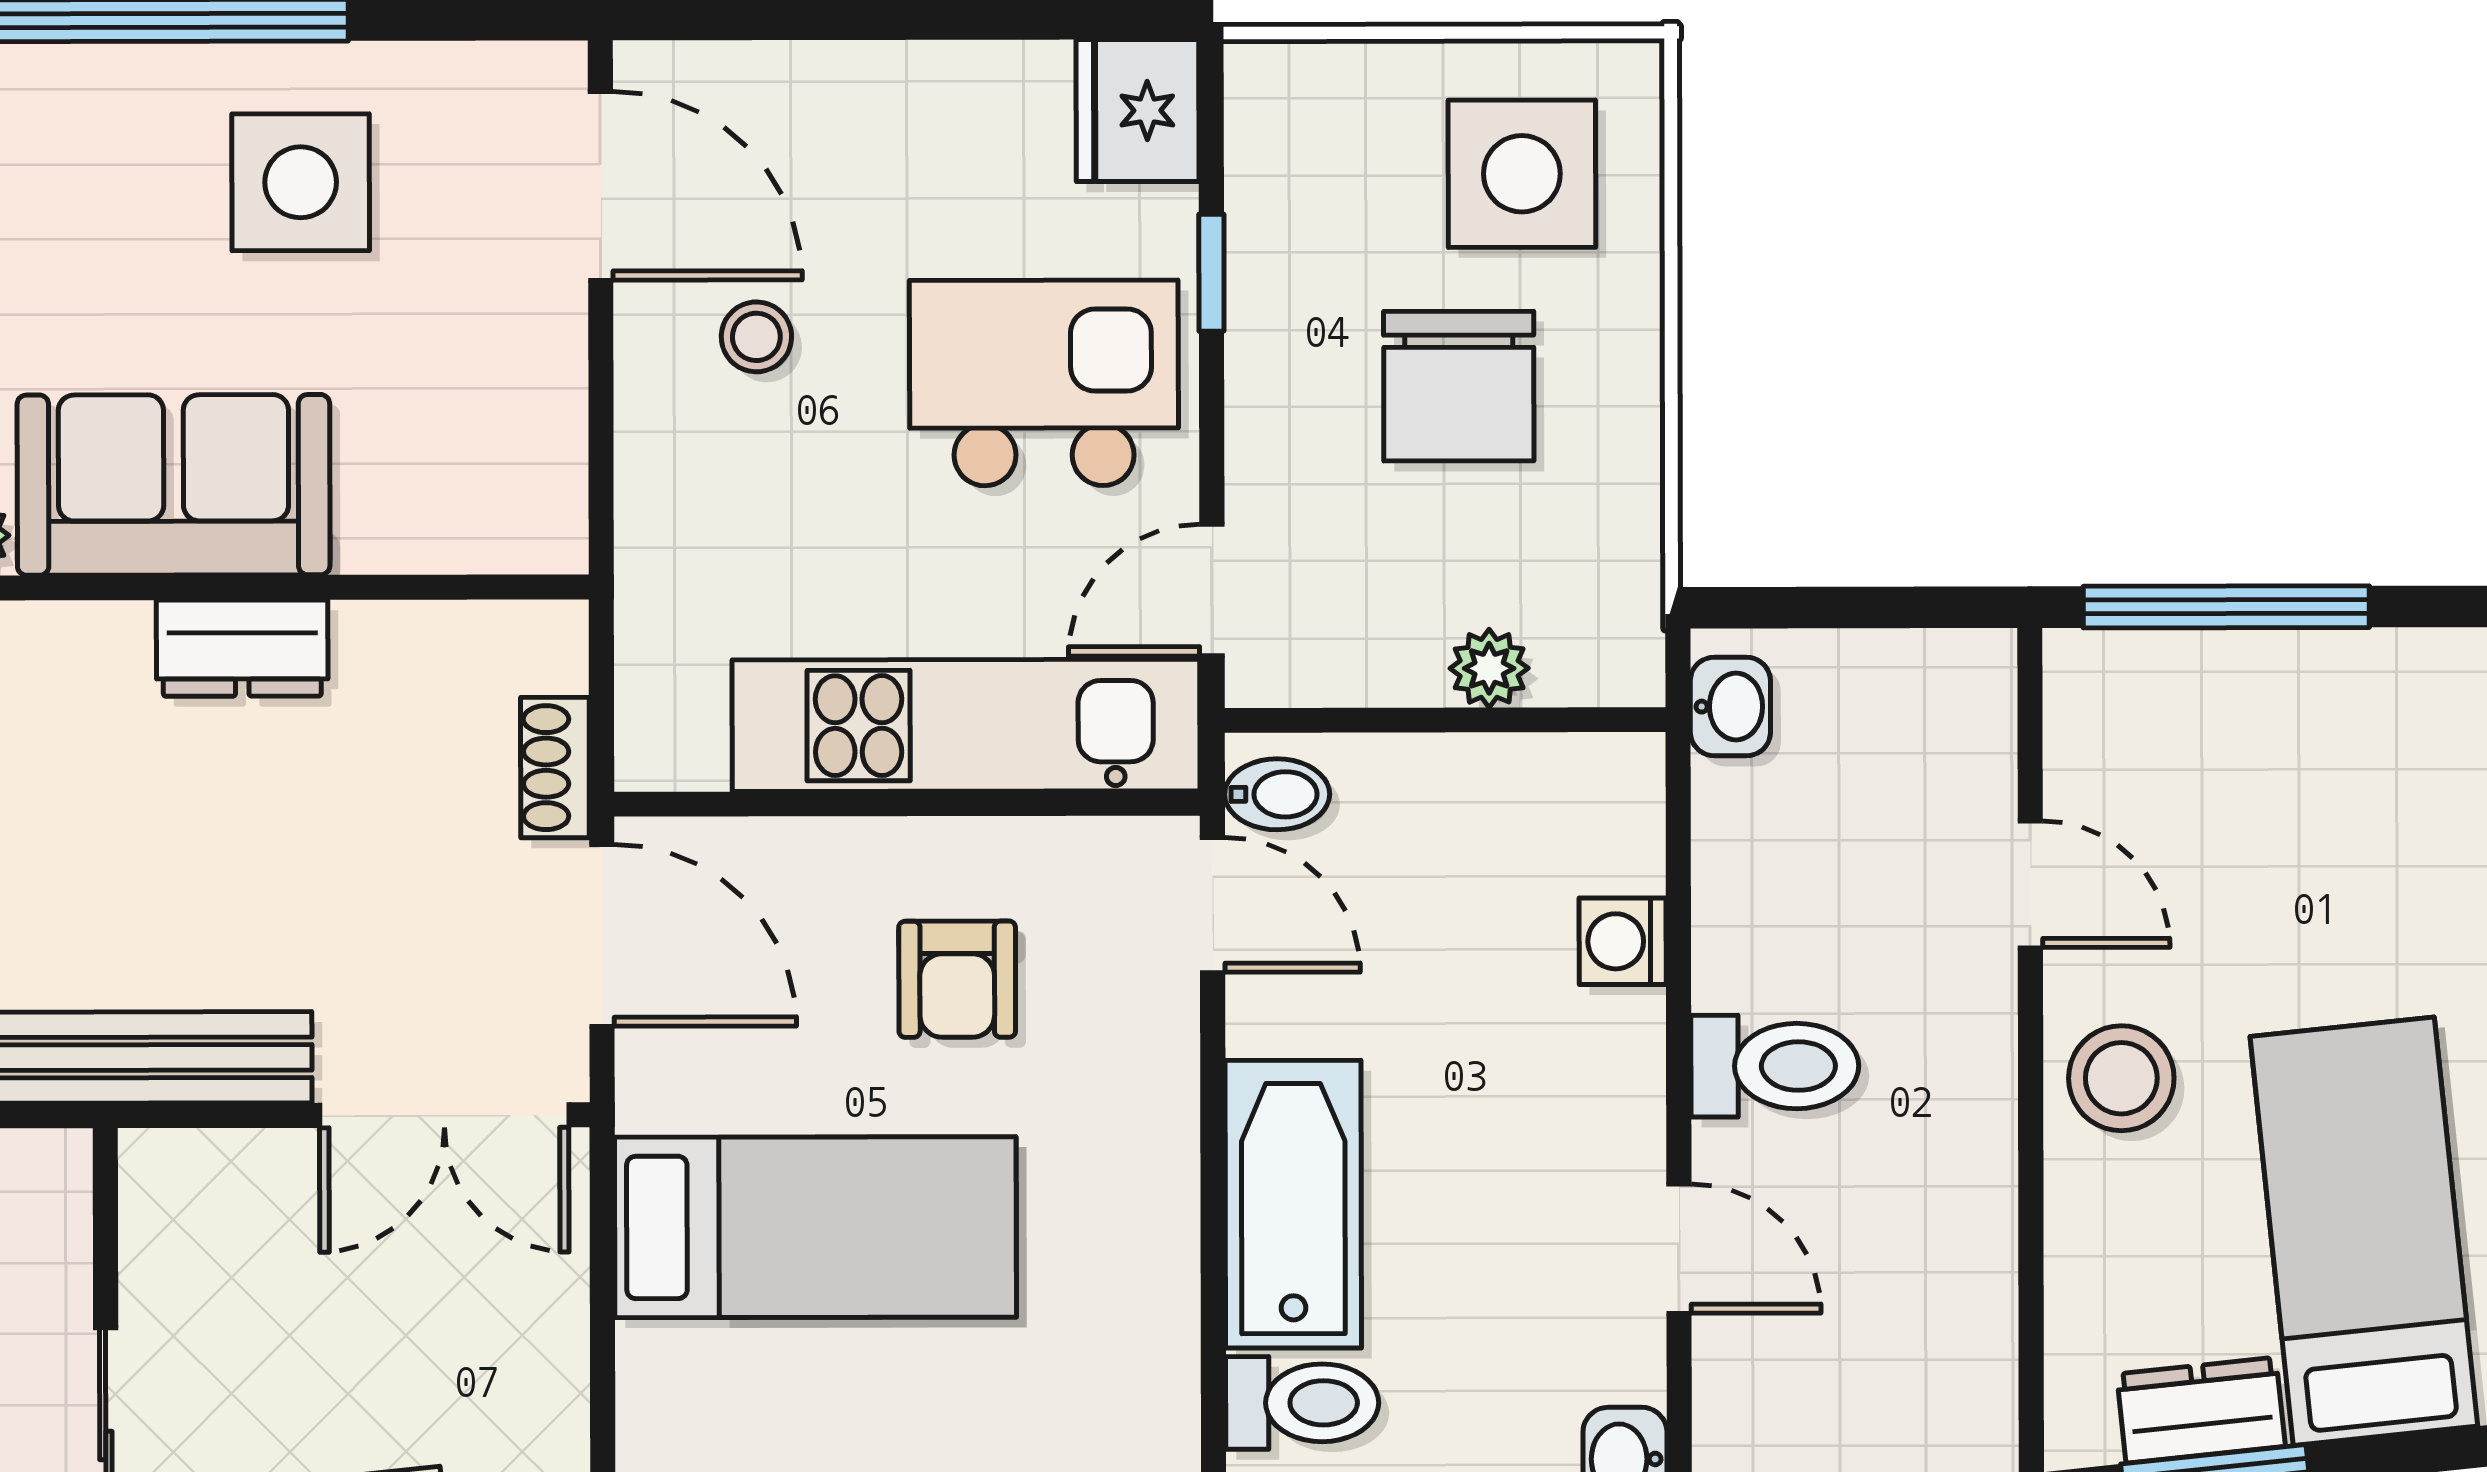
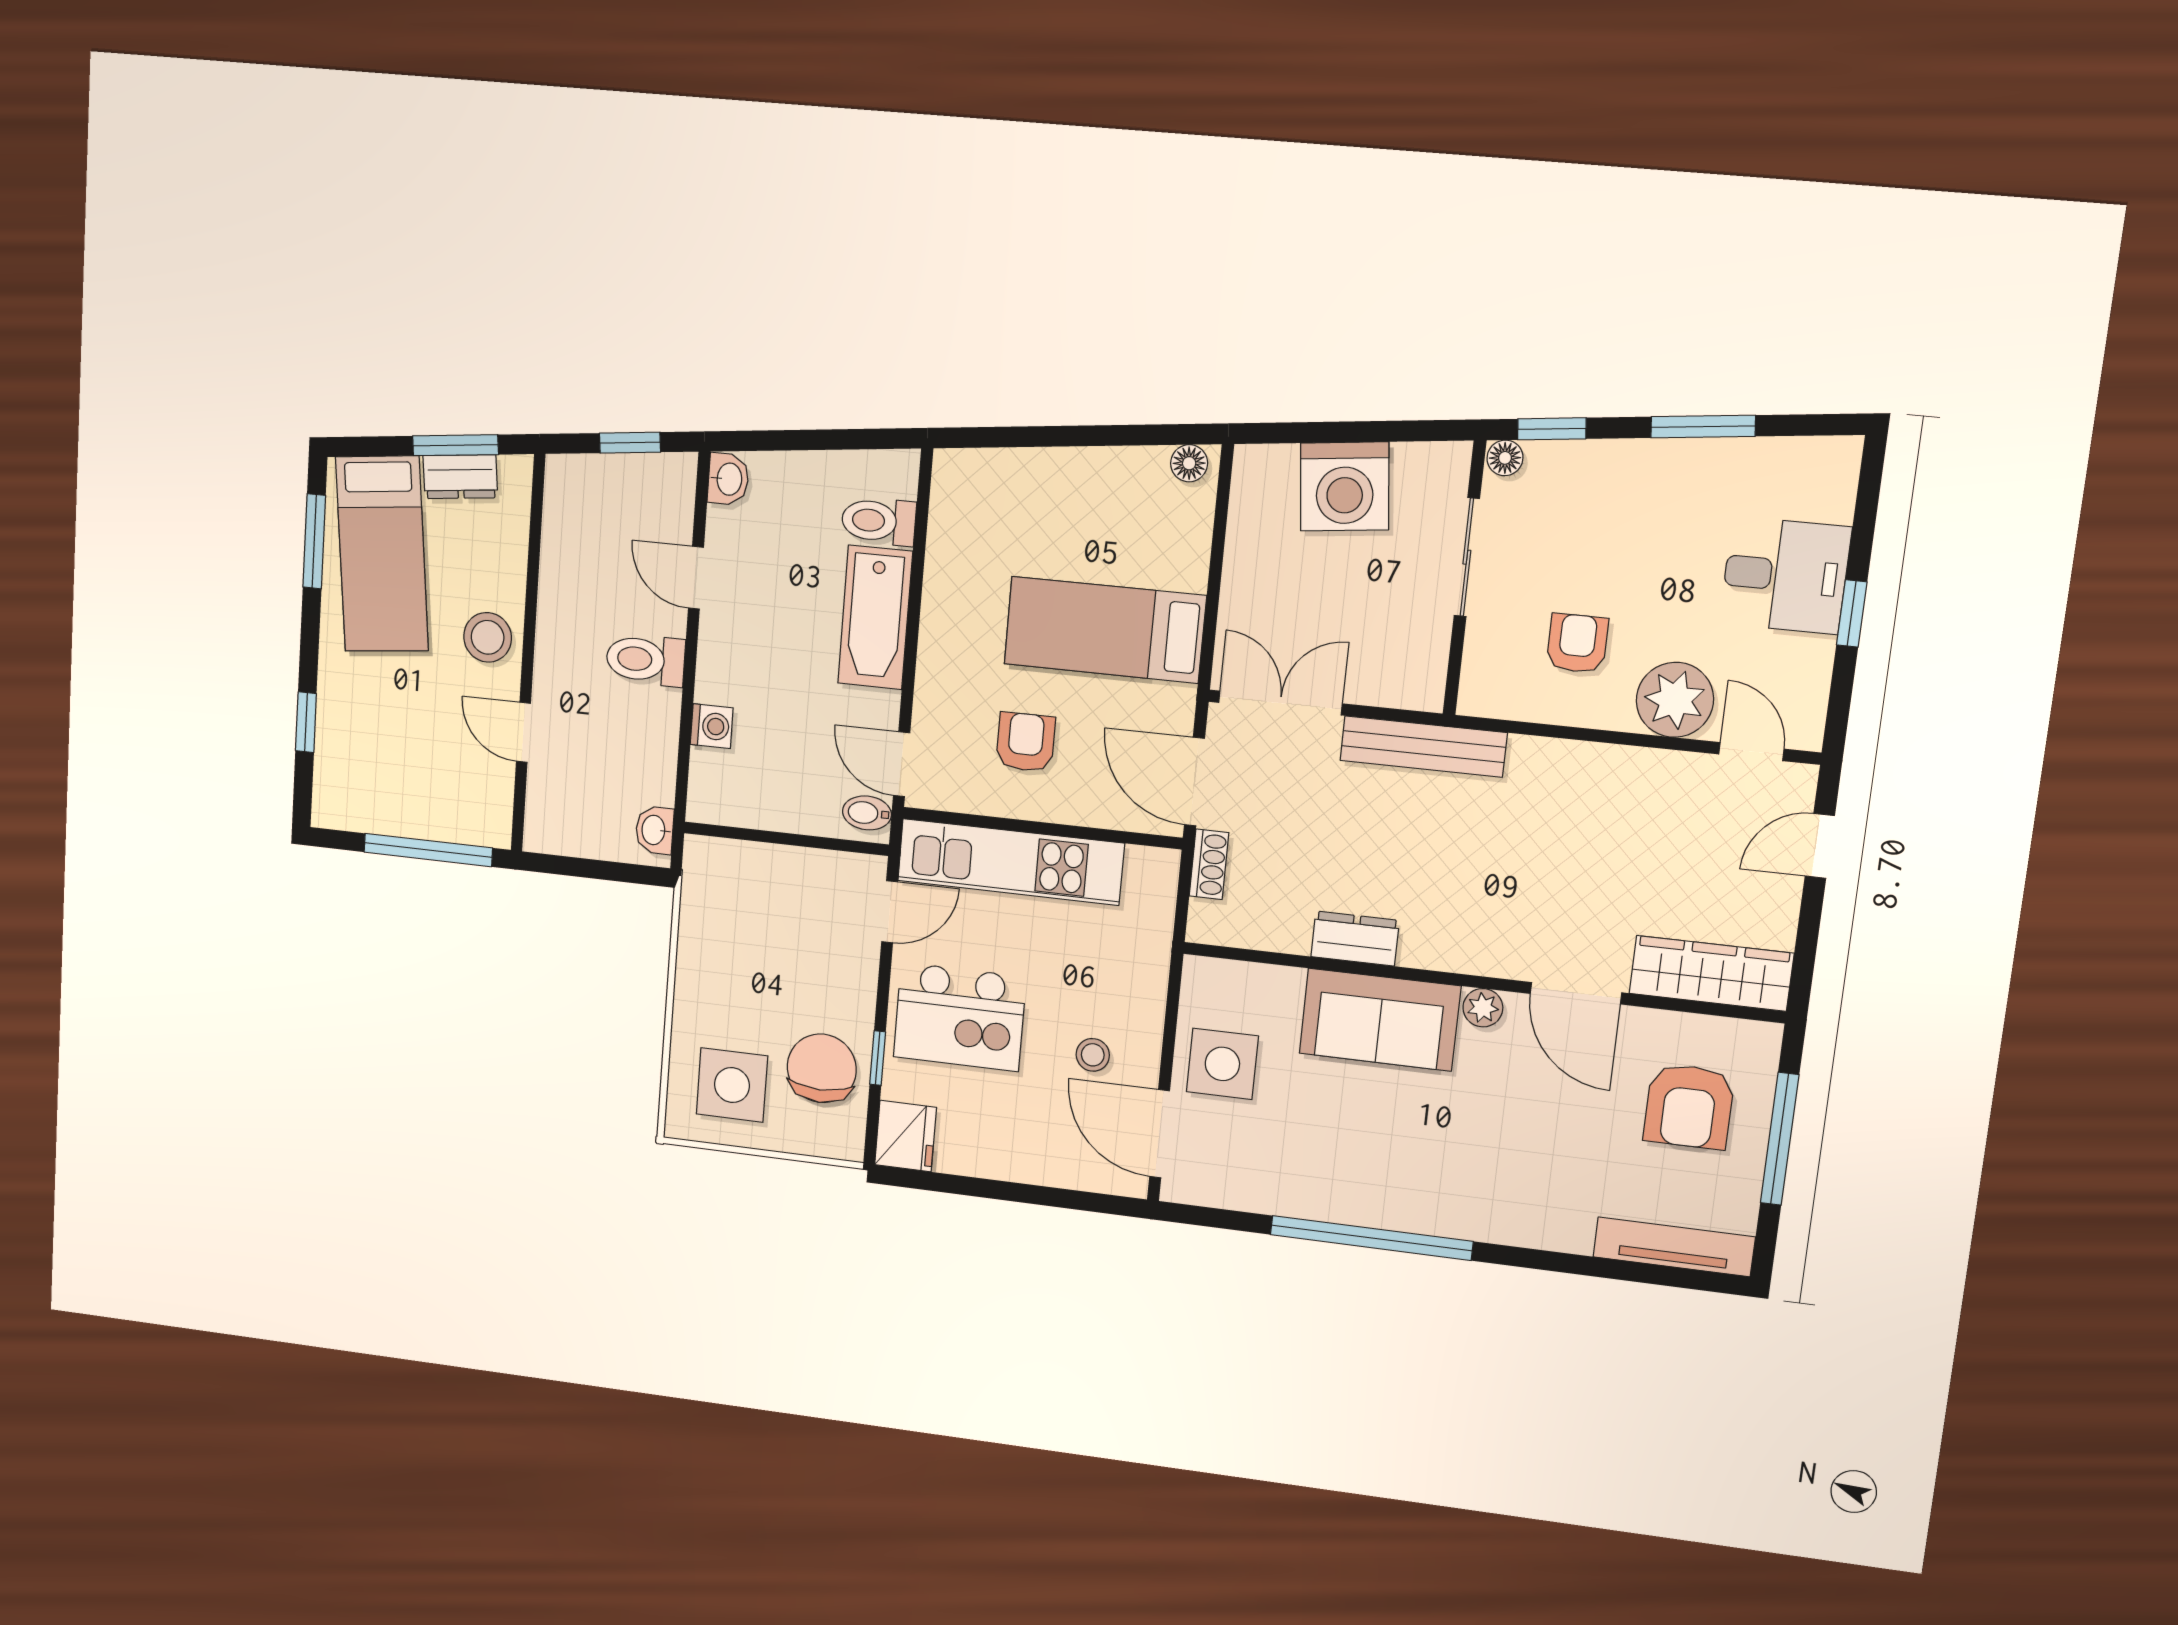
side table: (301, 182) -> (1222, 1064), moved
chair: (1459, 386) -> (822, 1068), moved
plant: (1489, 668) -> (764, 861), removed

